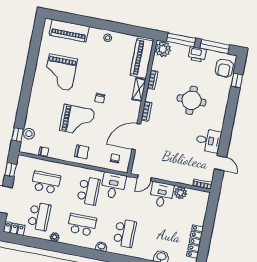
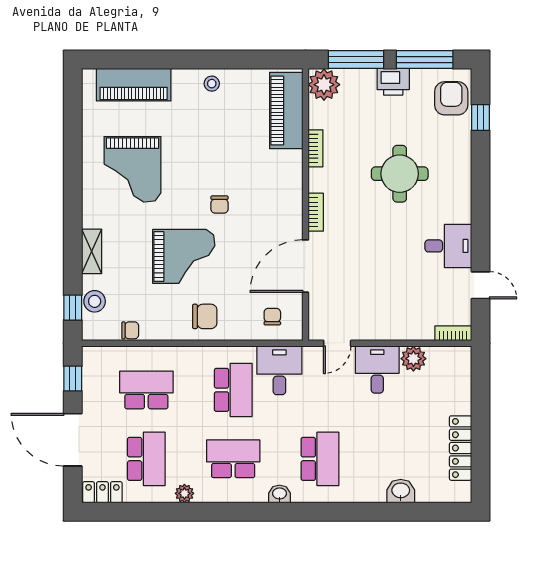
armchair: (224, 68) -> (451, 98), turned 180
shelving: (139, 89) -> (92, 251), moved

